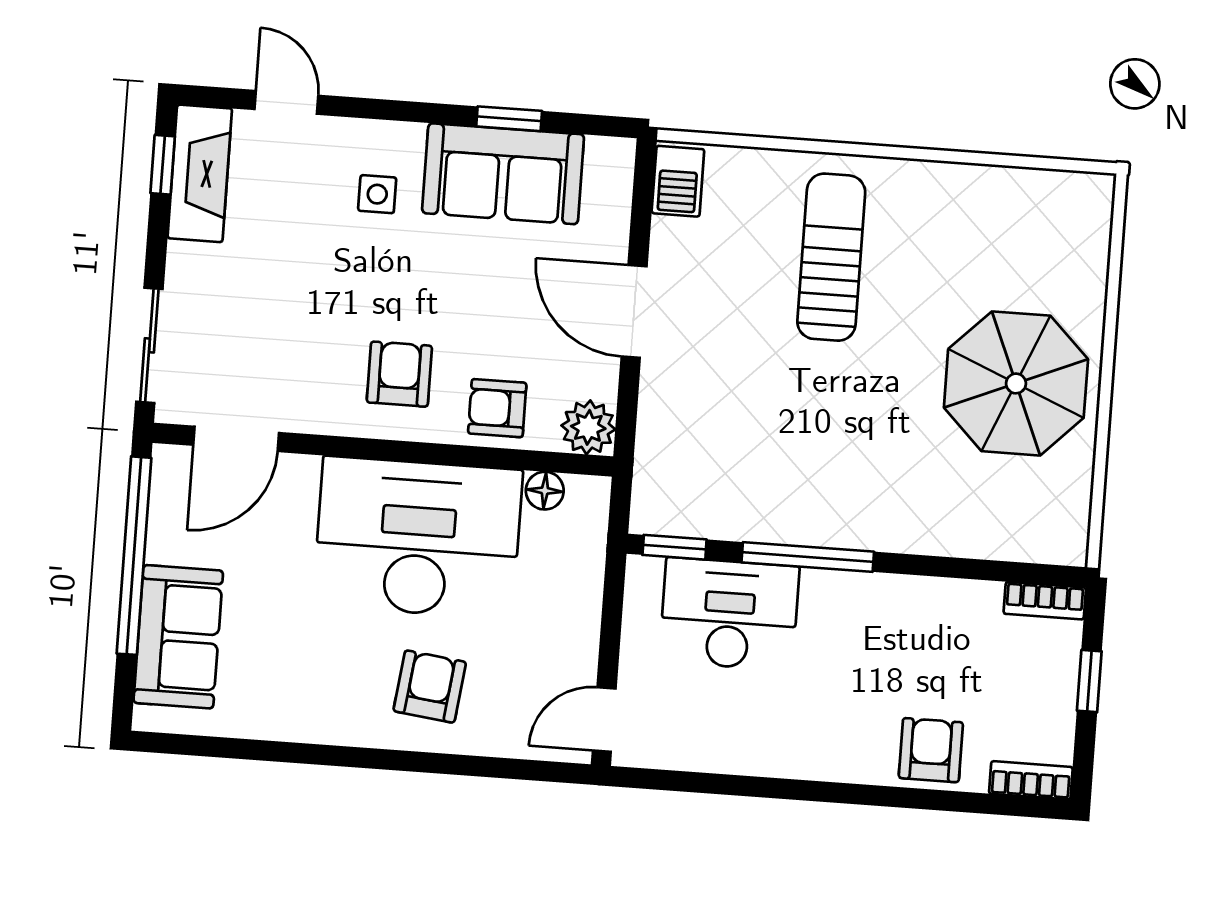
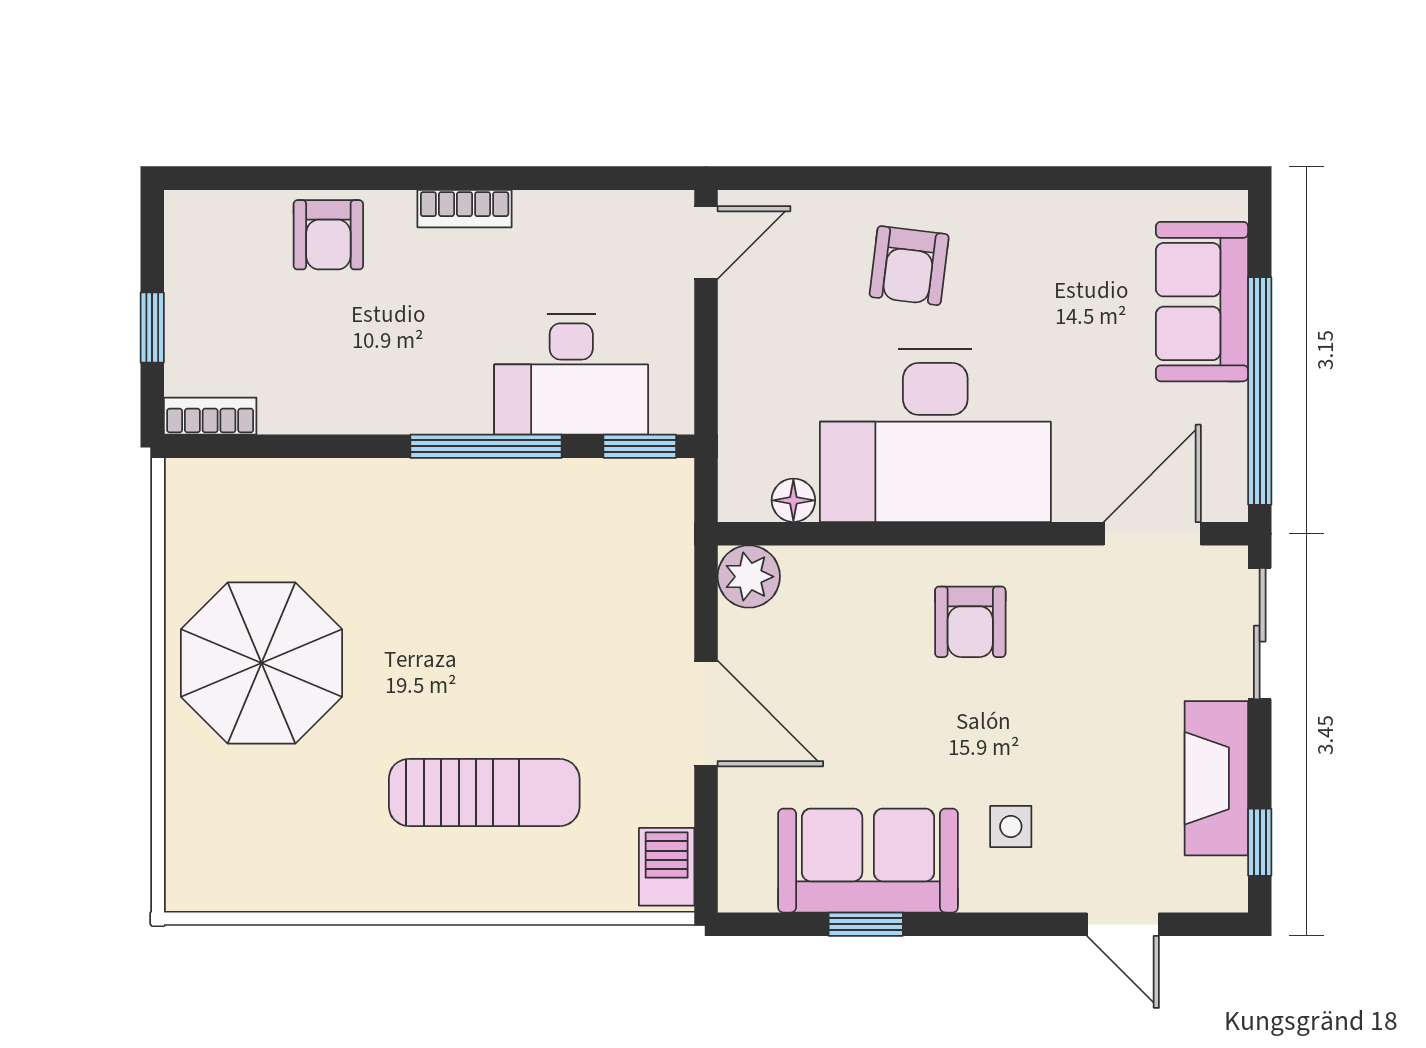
fireplace: (200, 173) -> (1216, 778), moved
sun lounger: (831, 257) -> (484, 792), turned -90
armchair: (497, 408) -> (855, 591), removed
bookcase: (1031, 780) -> (465, 209), moved

